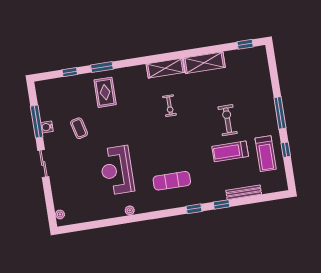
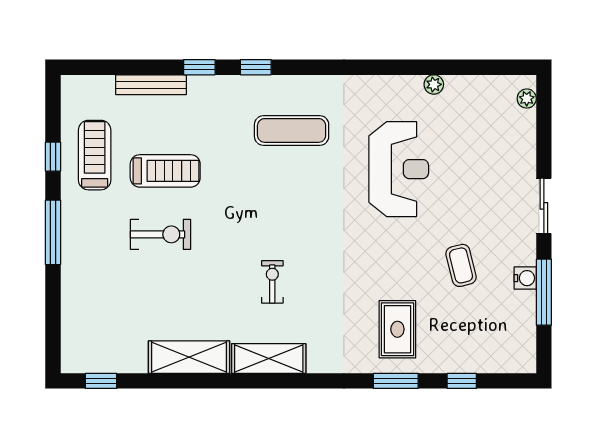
exercise bike: (228, 120) -> (160, 234), turned -90
plant: (130, 210) -> (434, 84), moved

